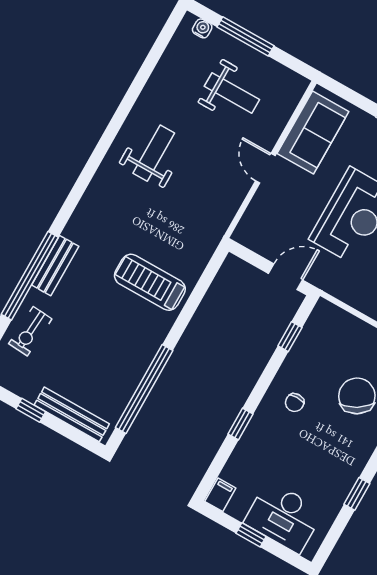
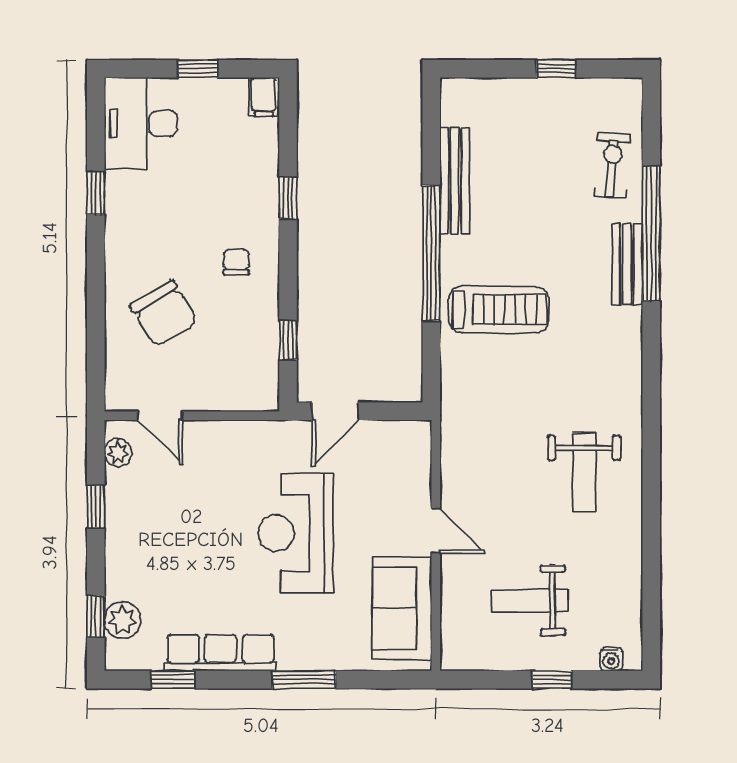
window: (246, 36) -> (552, 680), width x0.46
window: (144, 389) -> (431, 253), moved
bench: (72, 414) -> (455, 181), moved, turned 90
desk: (284, 517) -> (141, 124), moved, turned -90

